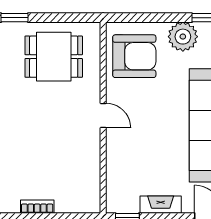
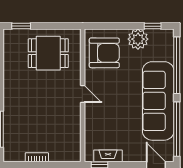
fireplace: (161, 205) -> (108, 156), moved

